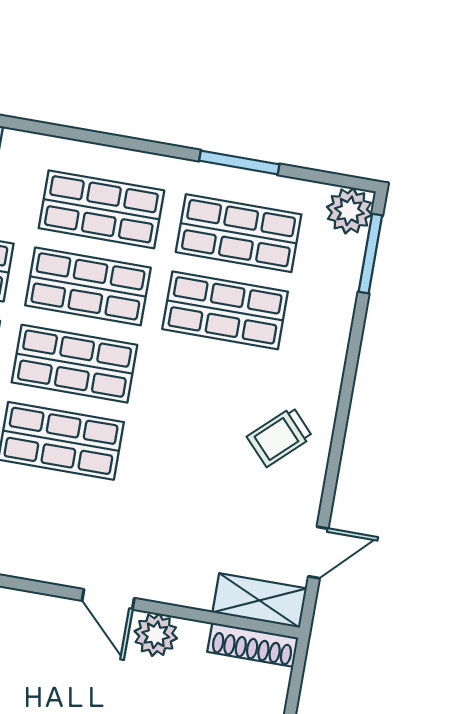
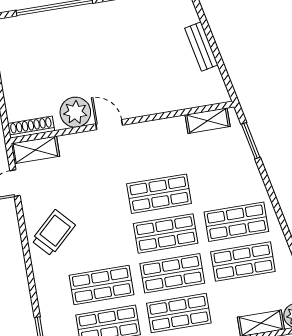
trolley: (280, 437) -> (53, 233), width x1.36, depth x1.39
plant: (156, 635) -> (75, 112), width x1.36, depth x1.36

